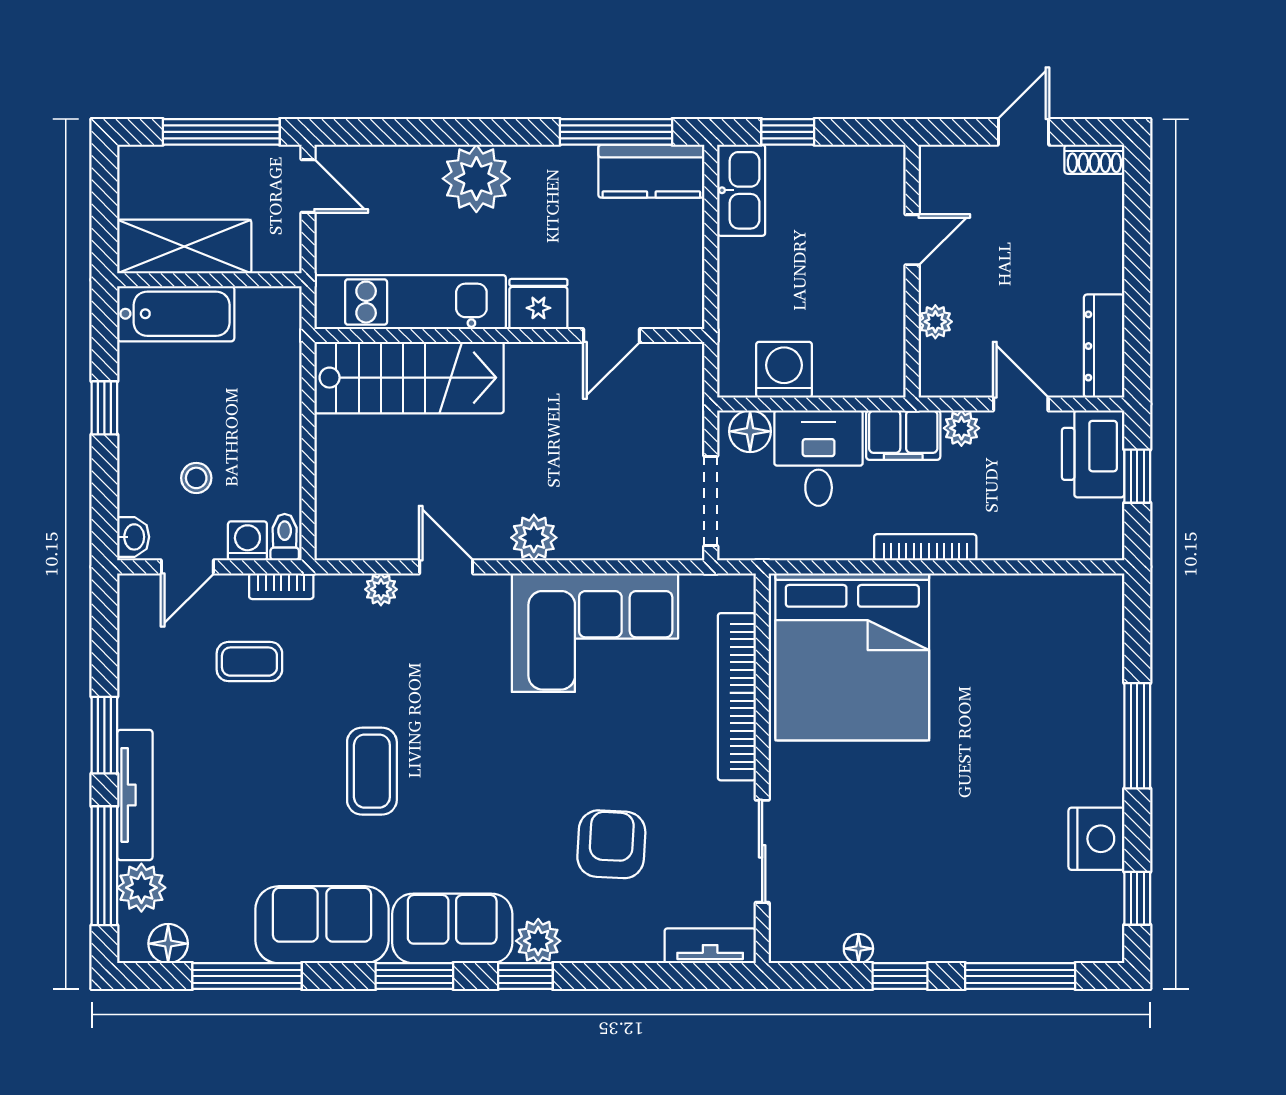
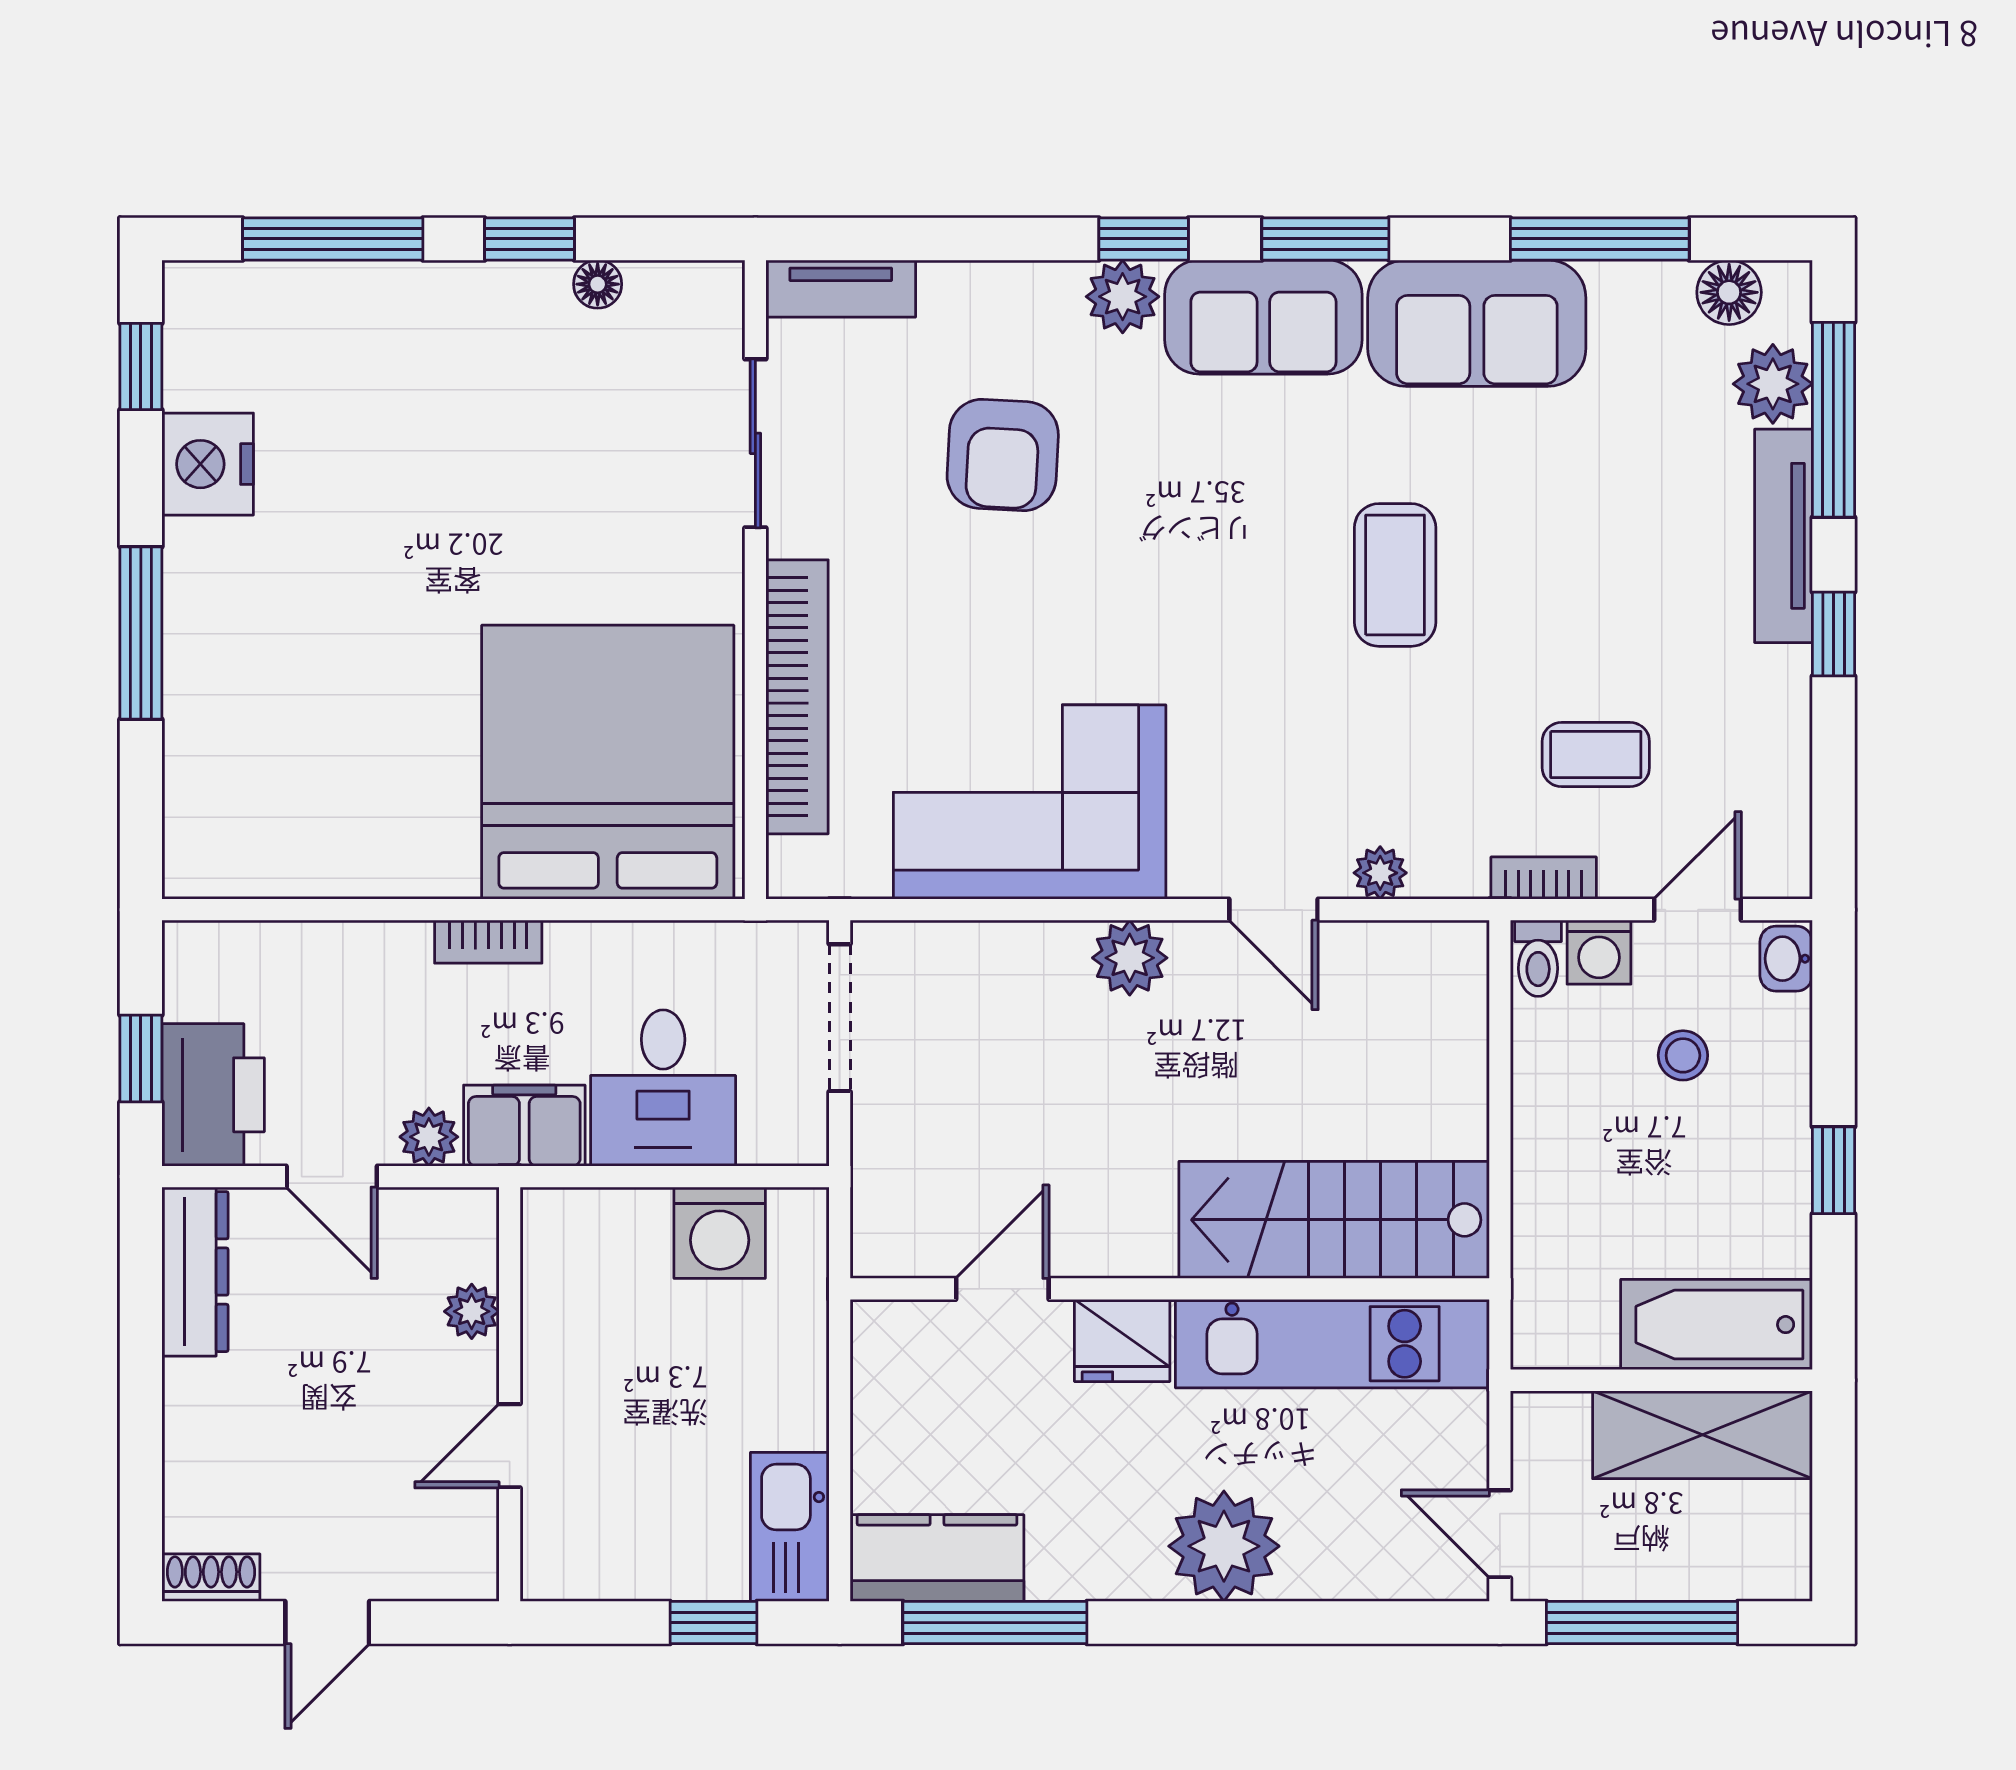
floor lamp: (750, 431) -> (775, 1132), removed
bookcase: (925, 547) -> (488, 942), width x0.64
window: (104, 735) -> (1833, 634), width x0.67

